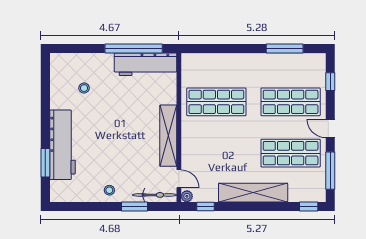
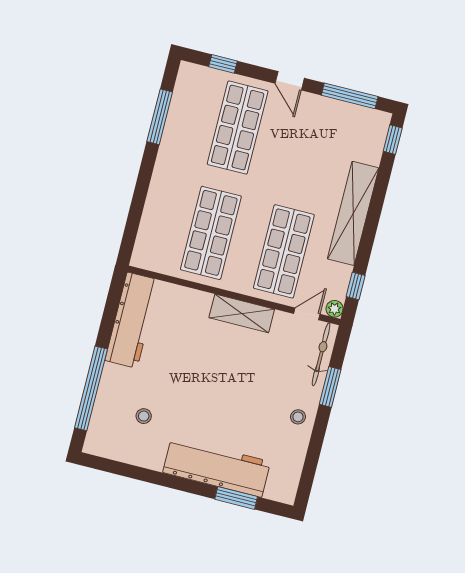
window: (134, 49) -> (91, 388), moved
door: (330, 128) -> (290, 81), hinge flipped
shelving: (168, 136) -> (242, 313), width x0.68
shop shelf: (291, 153) -> (284, 251), moved

